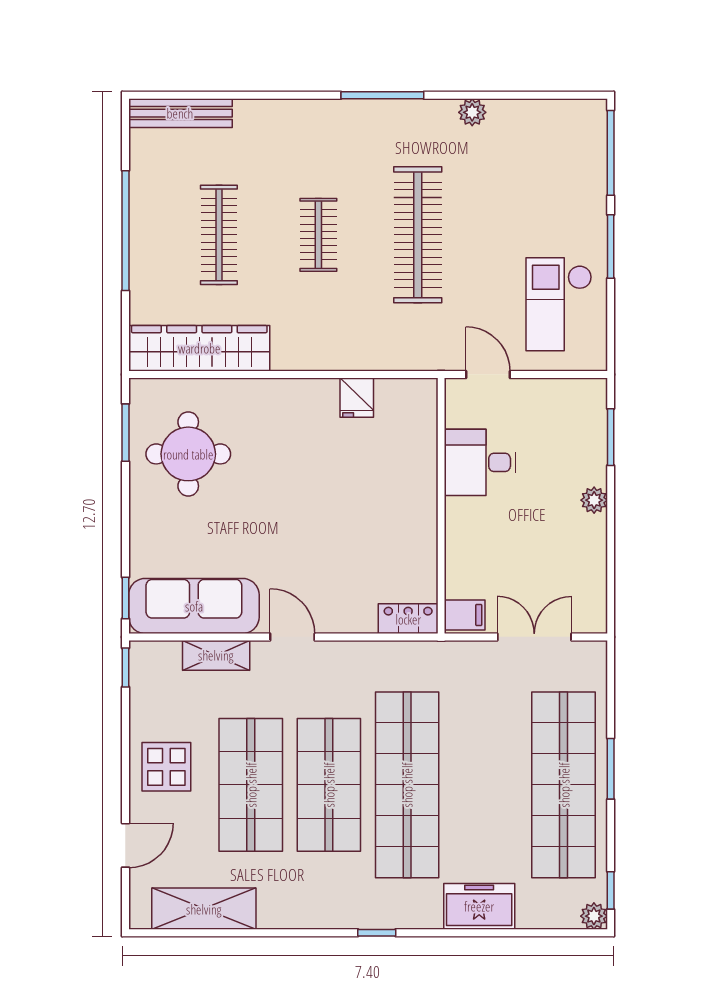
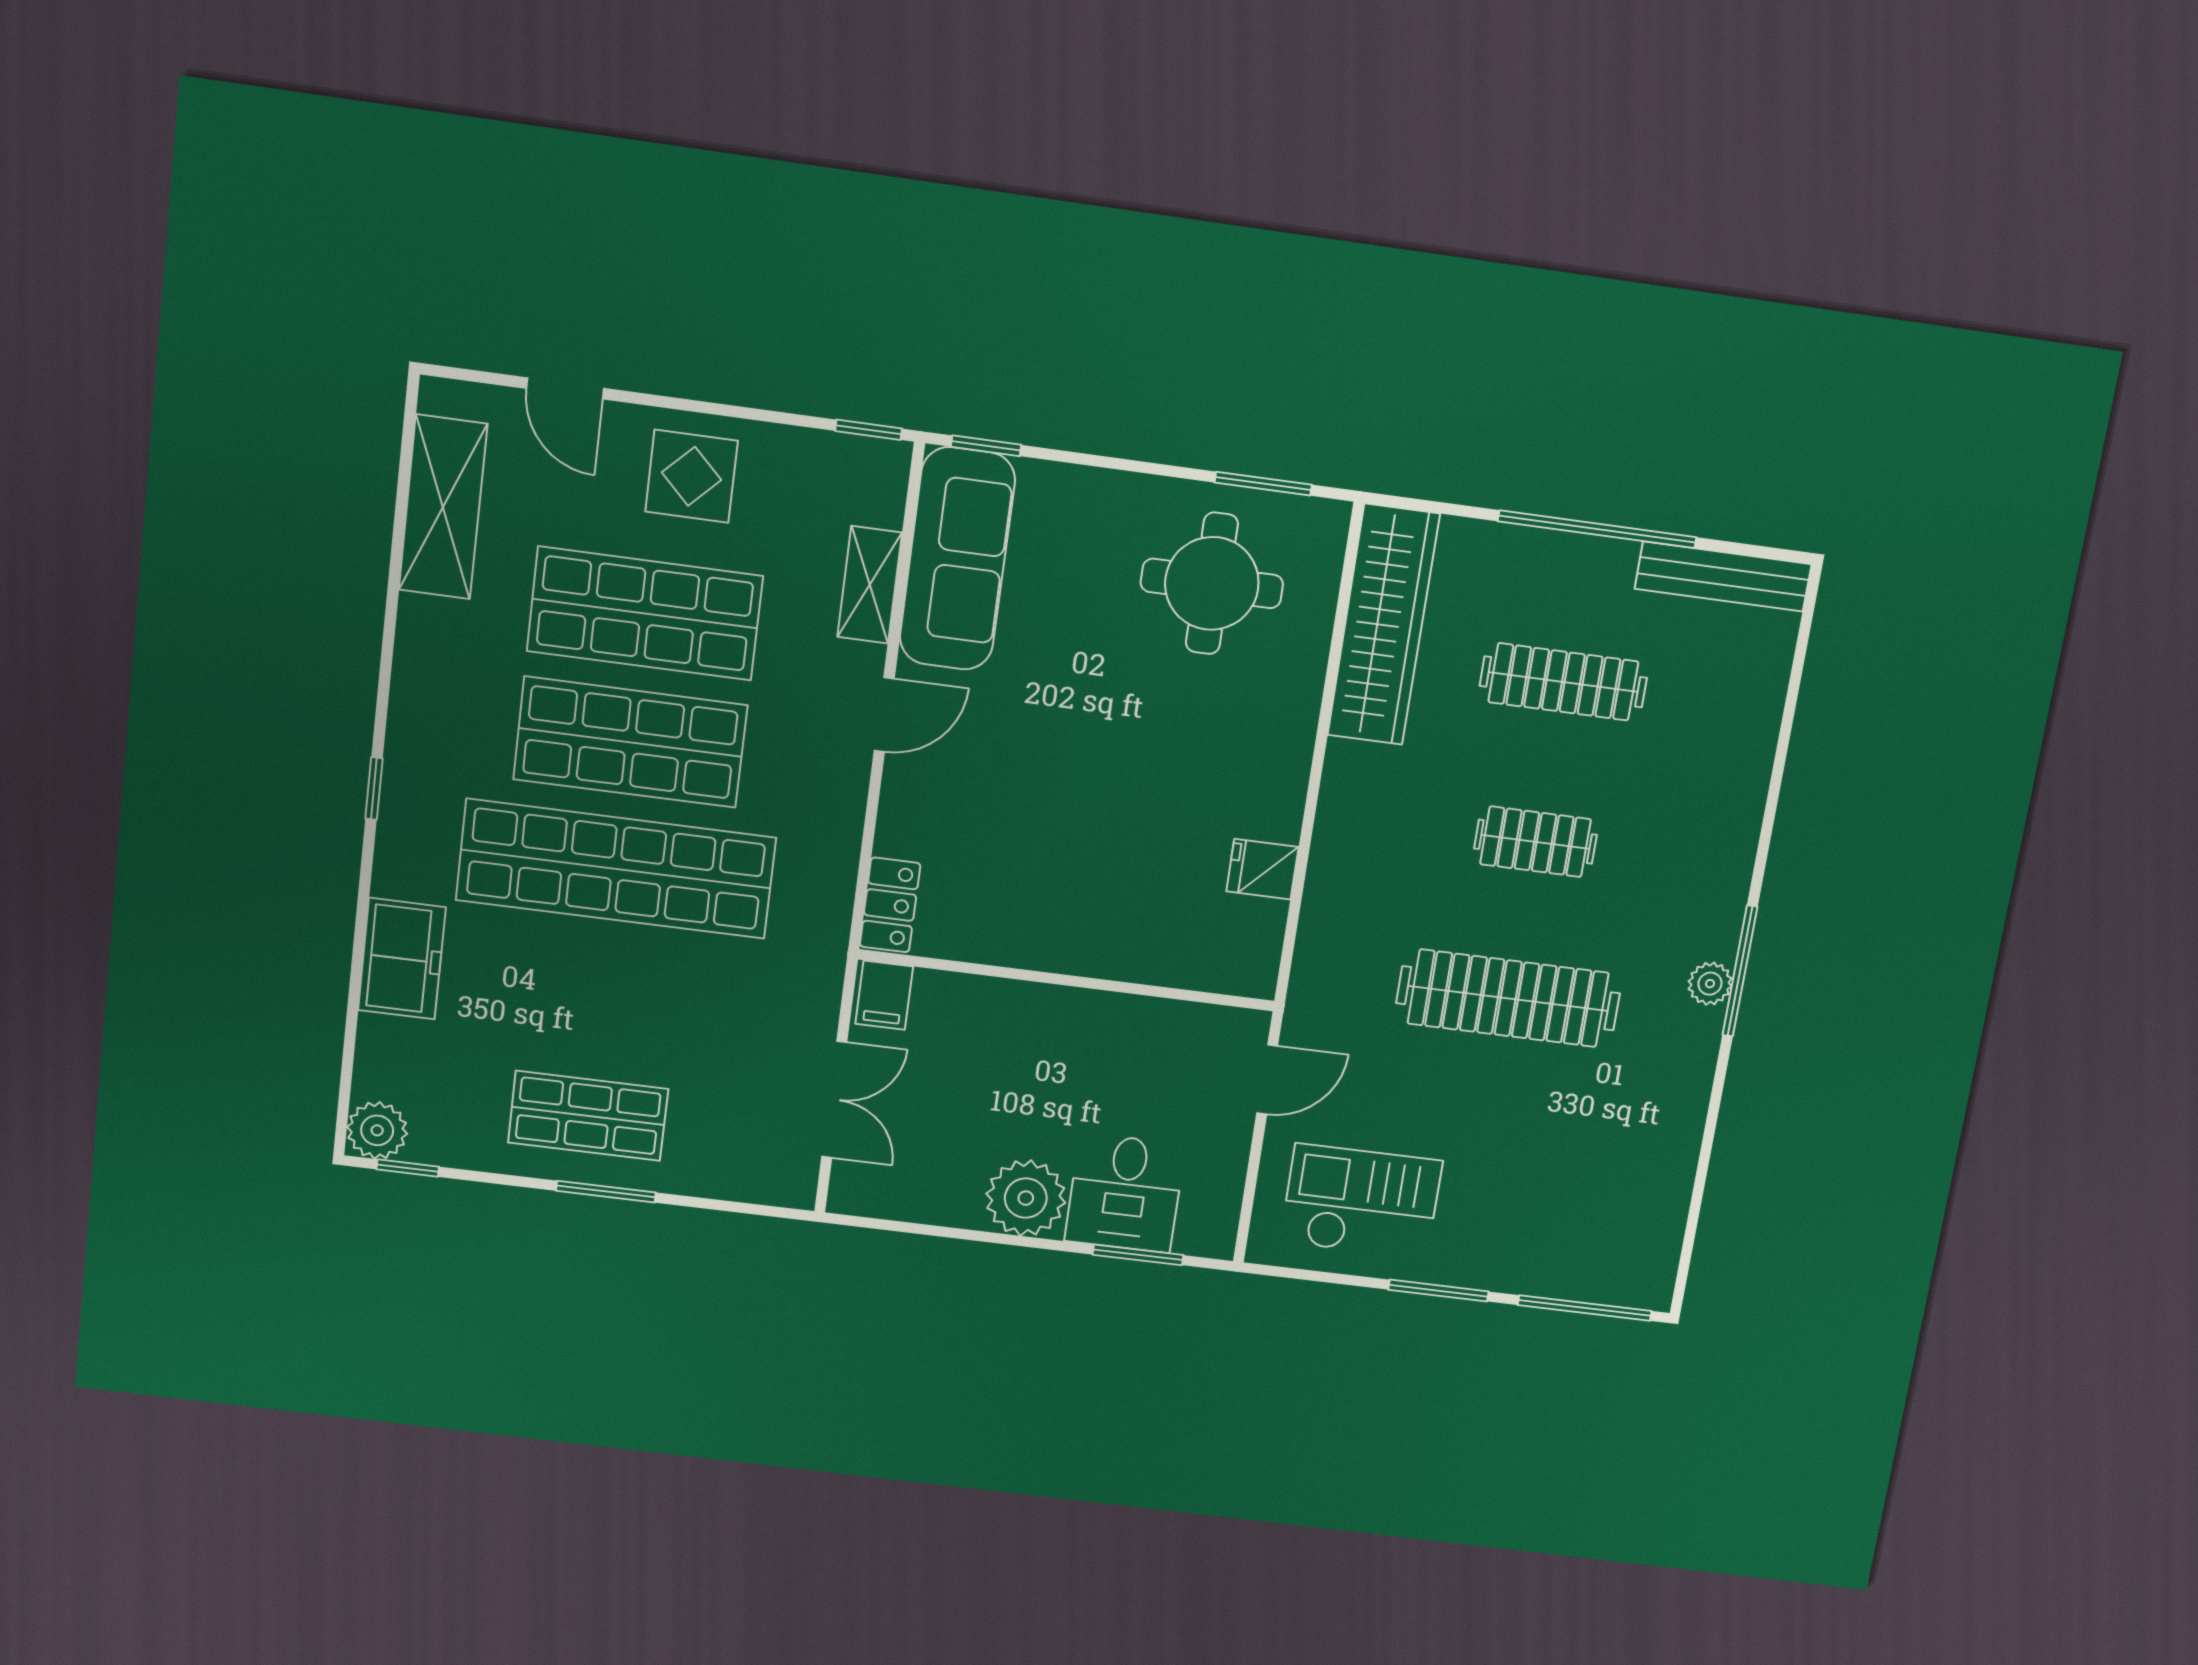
plant: (472, 112) -> (1710, 984), moved
bench: (180, 113) -> (1723, 576), moved, turned 90
desk: (480, 462) -> (1125, 1193), moved, turned 180
plant: (594, 500) -> (1026, 1198), width x1.88, depth x1.88
shop shelf: (564, 785) -> (588, 1116), width x0.50, depth x0.74
plant: (594, 916) -> (377, 1130), width x1.38, depth x1.38

